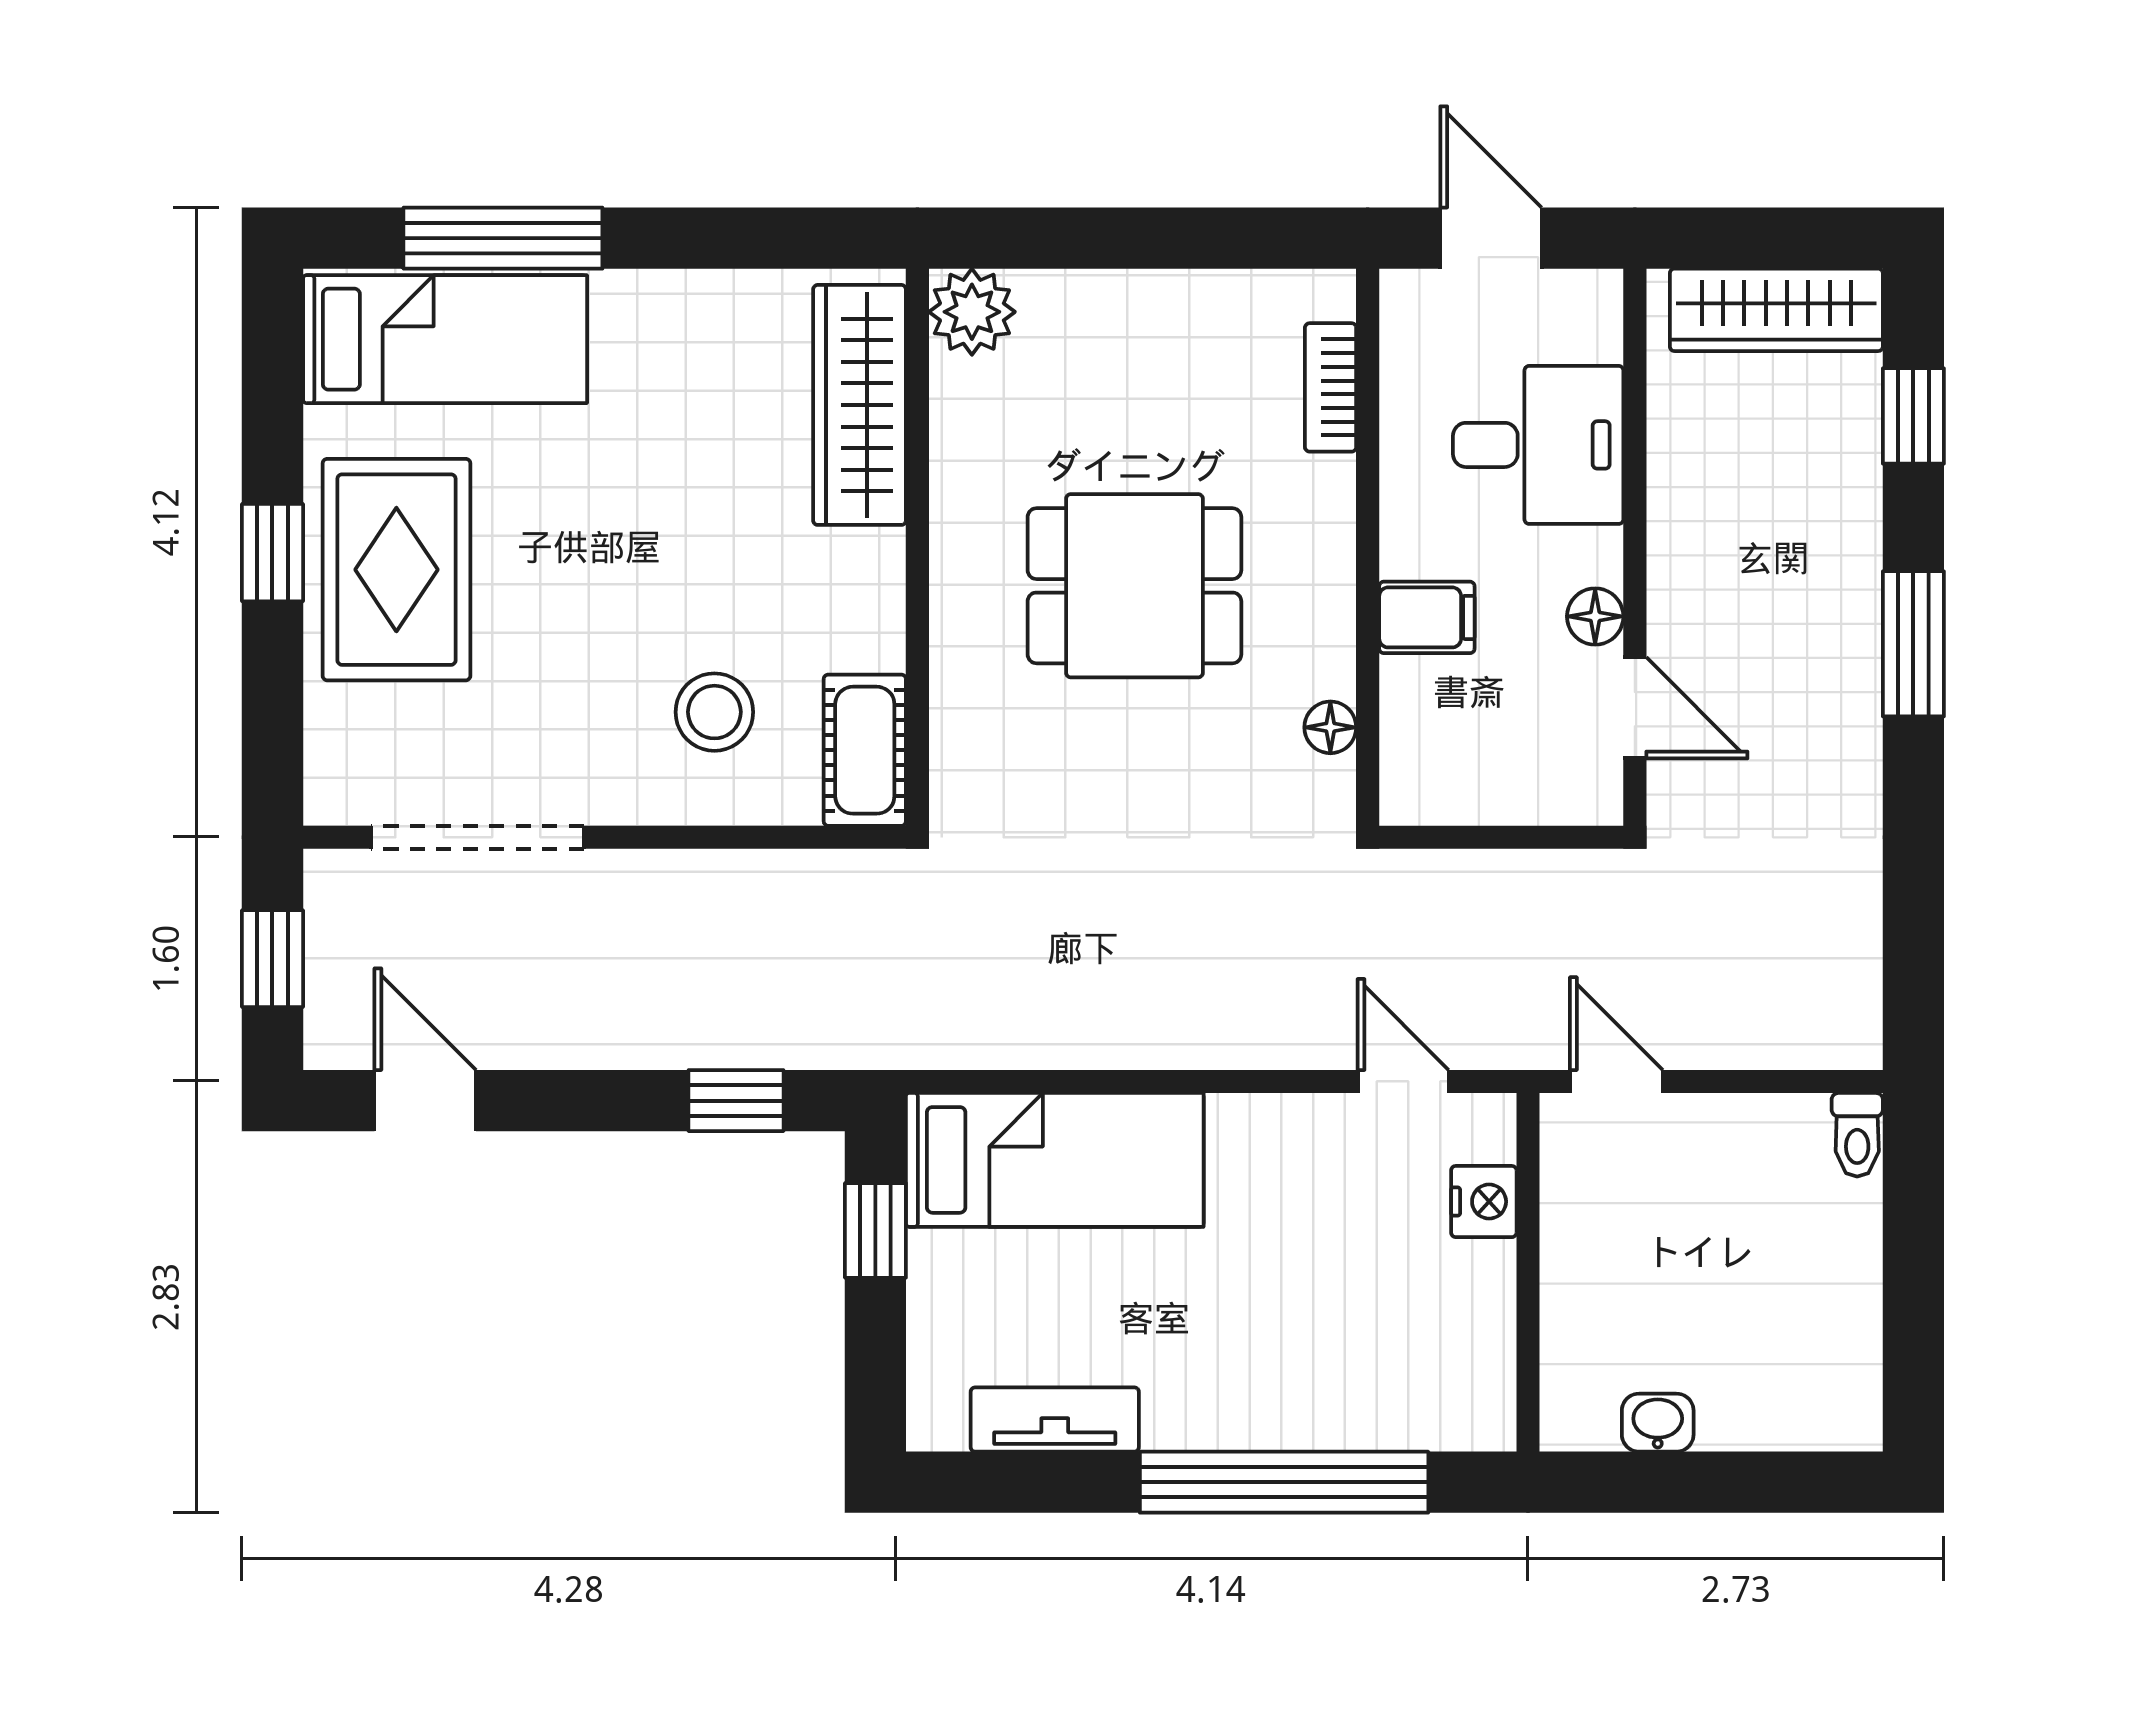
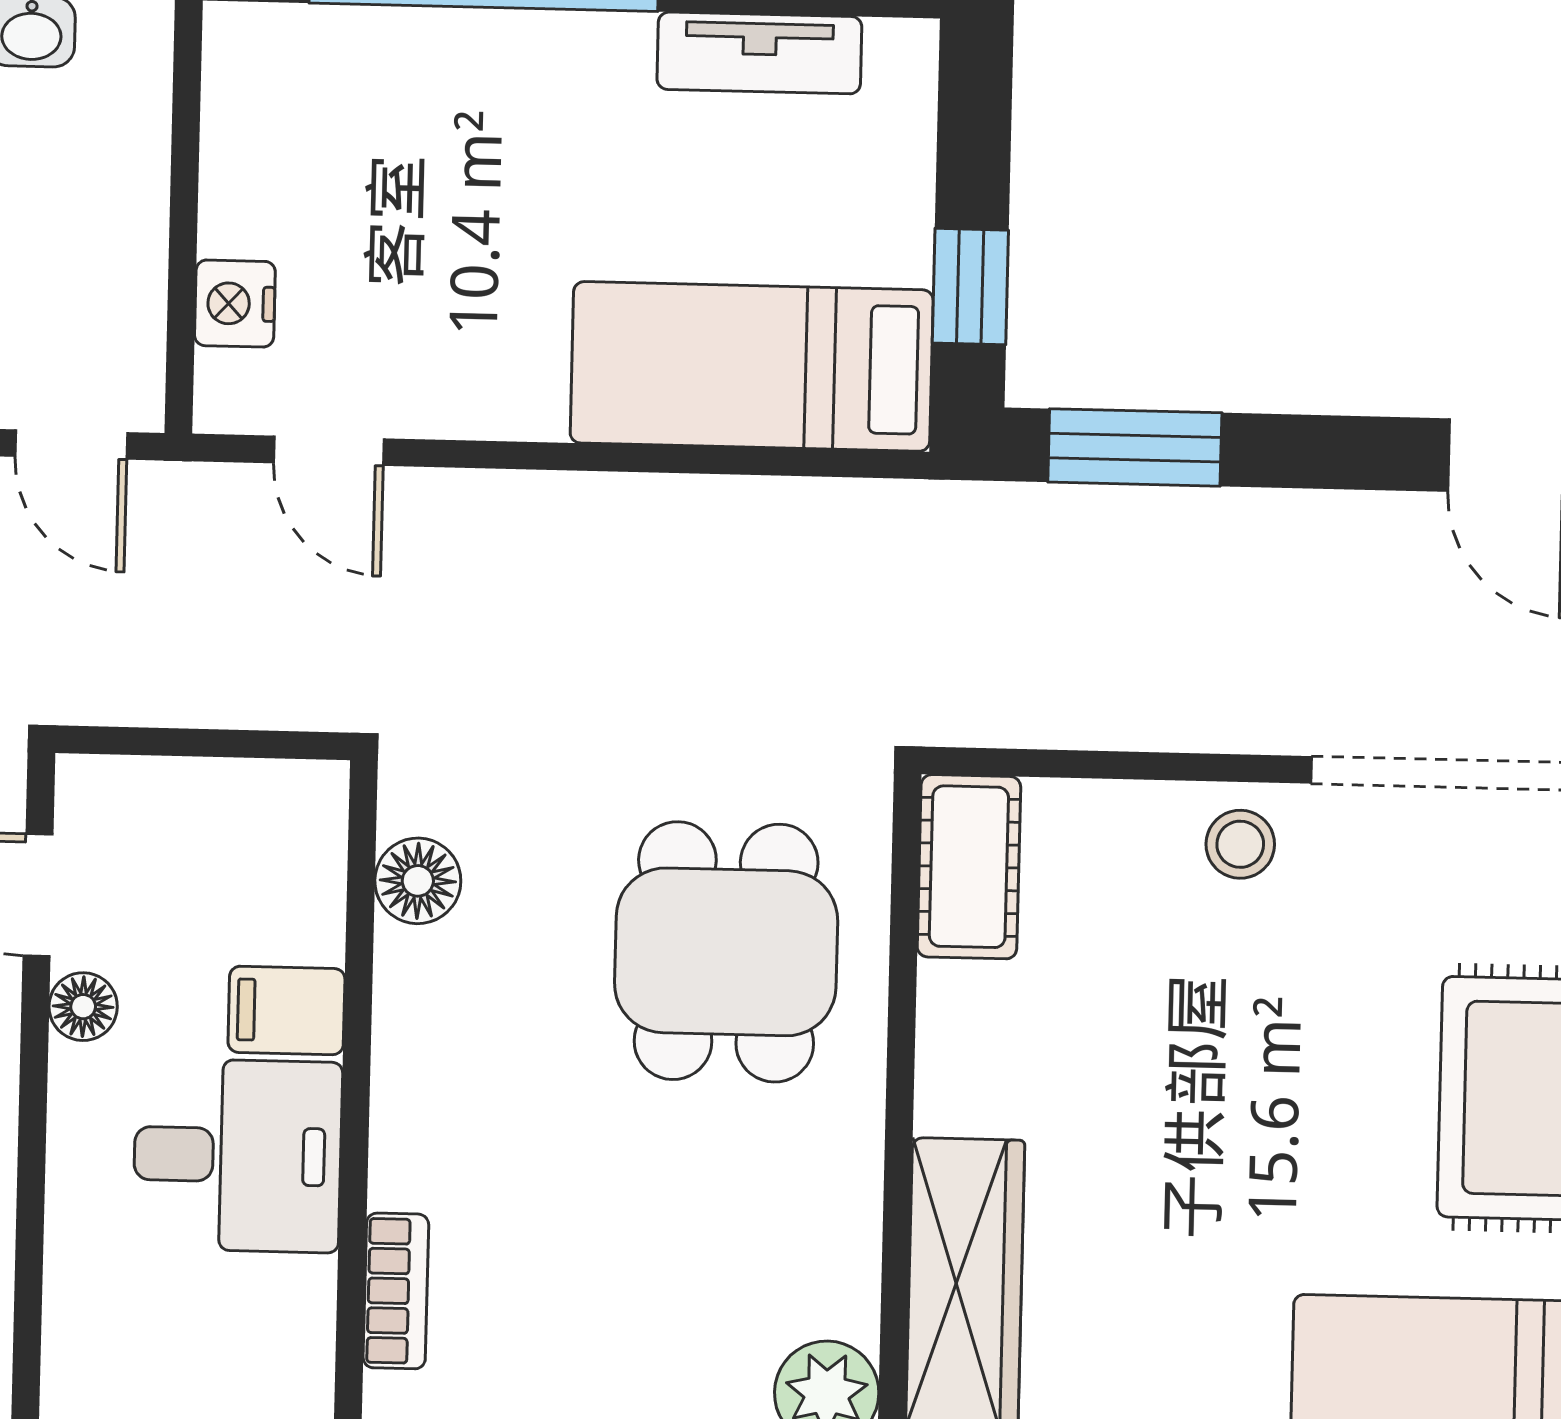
desk: (1538, 445) -> (238, 1155), moved, turned 180
dining table: (1134, 586) -> (726, 952), moved, turned 90
stool: (714, 712) -> (1240, 844), moved, width x0.73, depth x0.73
floor lamp: (1330, 727) -> (418, 881), width x1.37, depth x1.37
window: (736, 1101) -> (1135, 447), width x1.50

